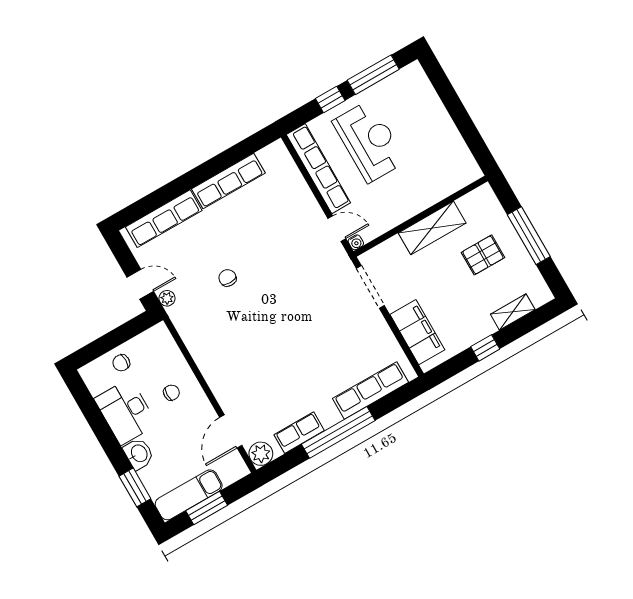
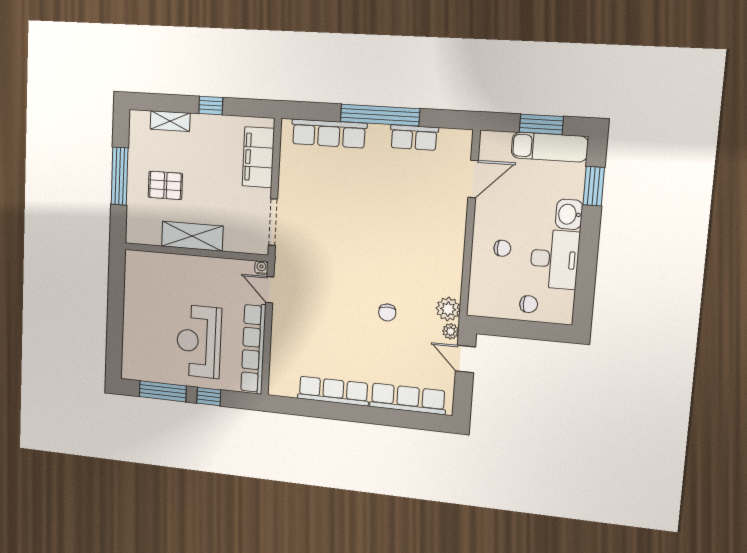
chair: (171, 393) -> (502, 248), turned 180
plant: (261, 454) -> (448, 309), moved

